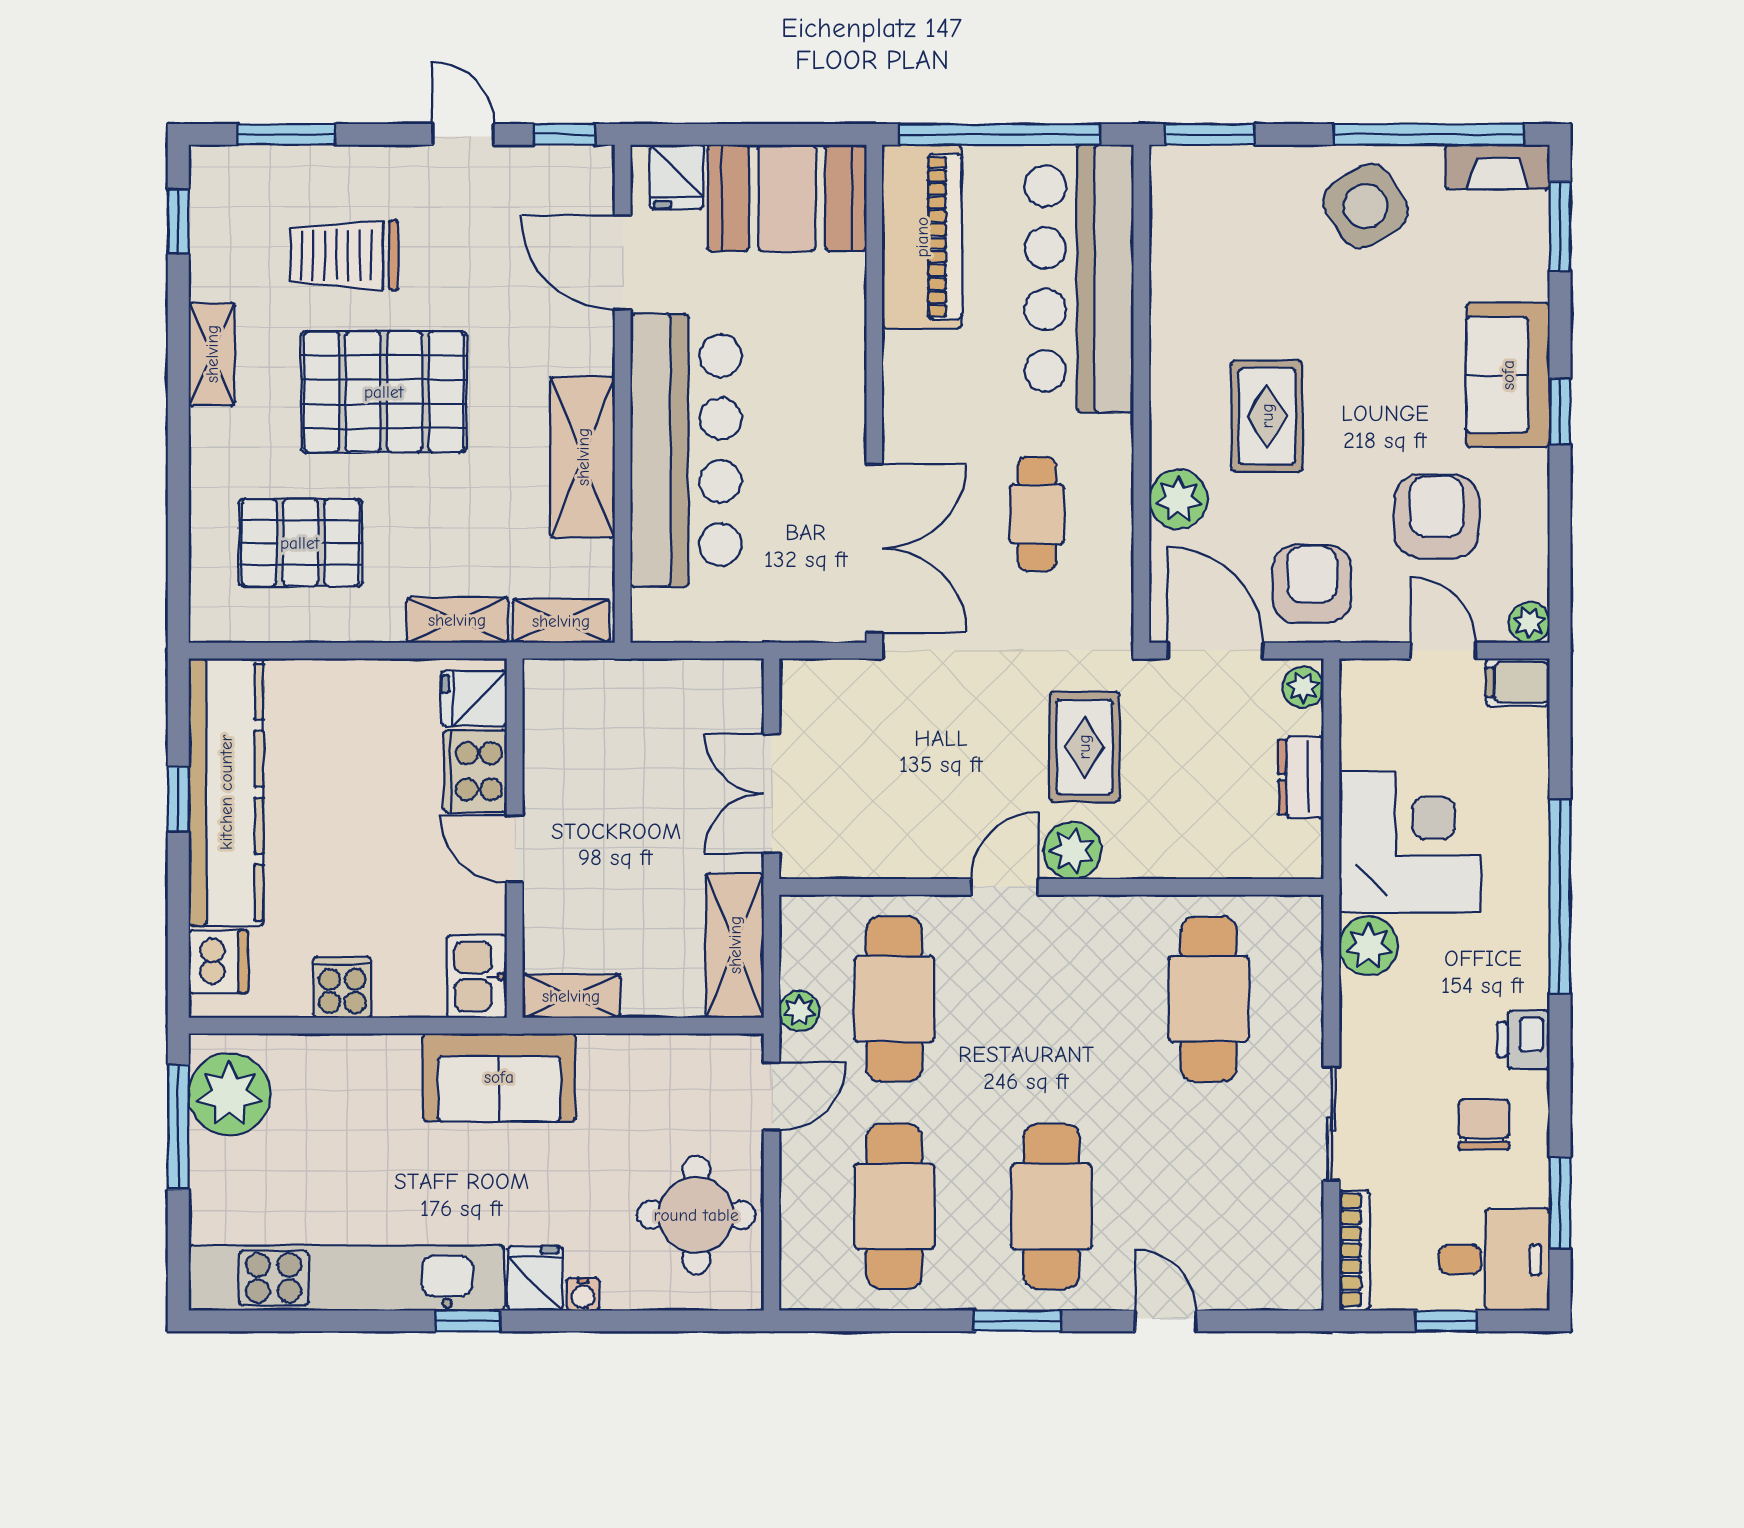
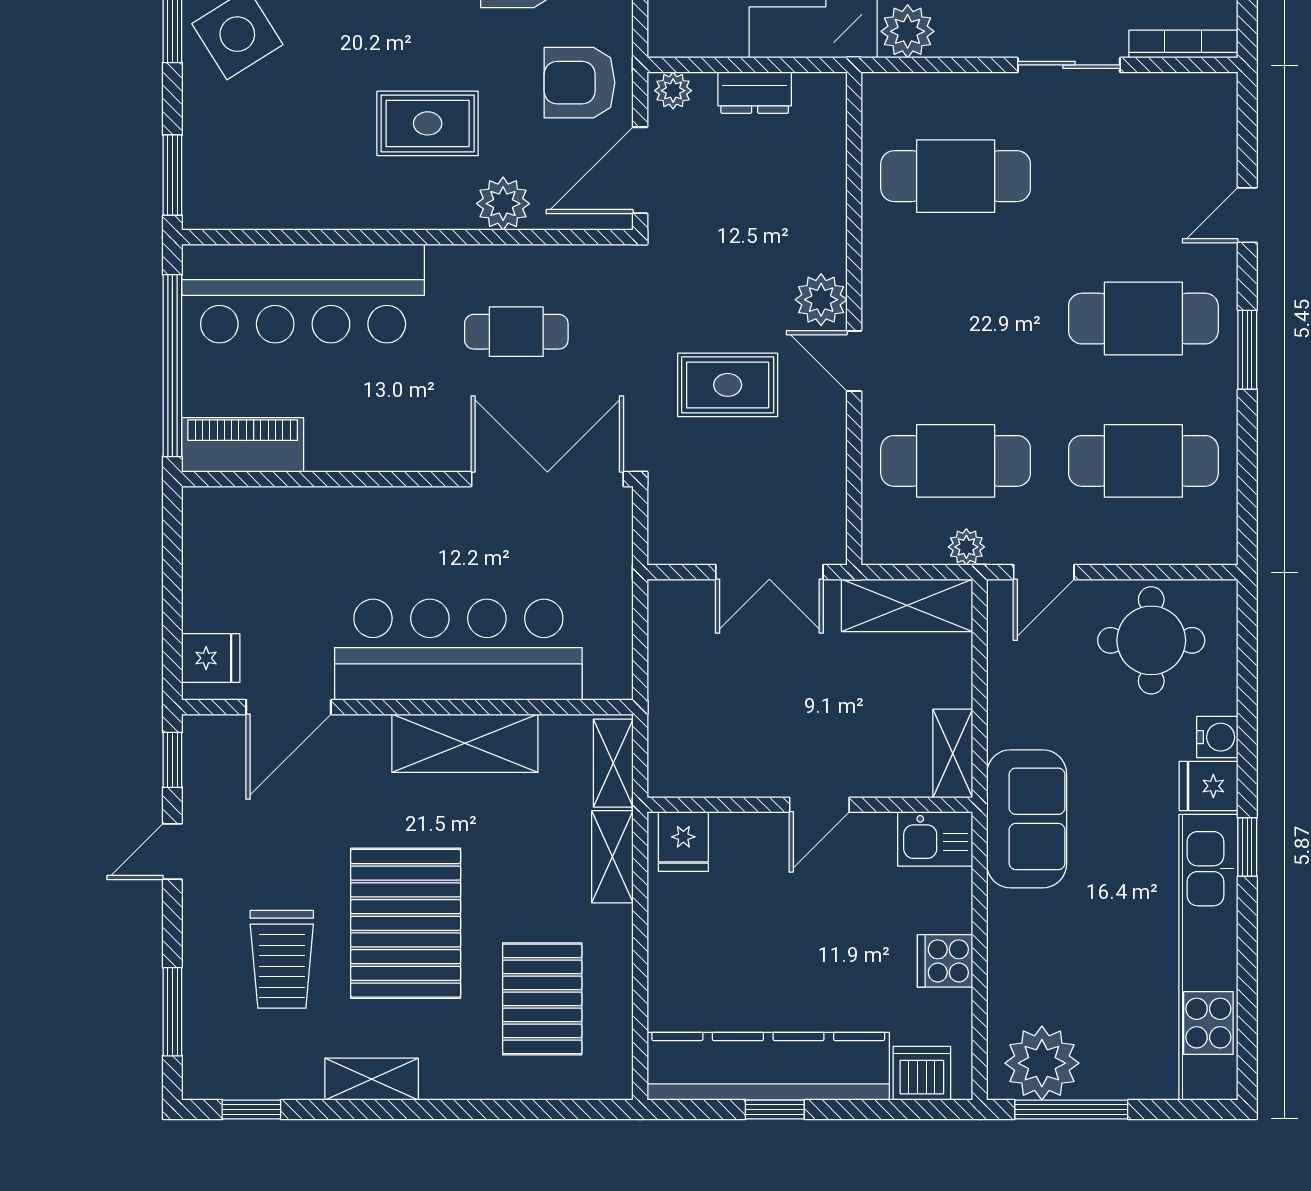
booth: (787, 198) -> (230, 558), removed
piano: (922, 237) -> (243, 445), width x0.73, depth x0.75
rug: (1084, 747) -> (728, 385), moved
cooker: (475, 771) -> (749, 841), removed
door: (772, 1096) -> (1044, 572), swing flipped
water cooler: (583, 1294) -> (1217, 737), width x1.38, depth x1.38

